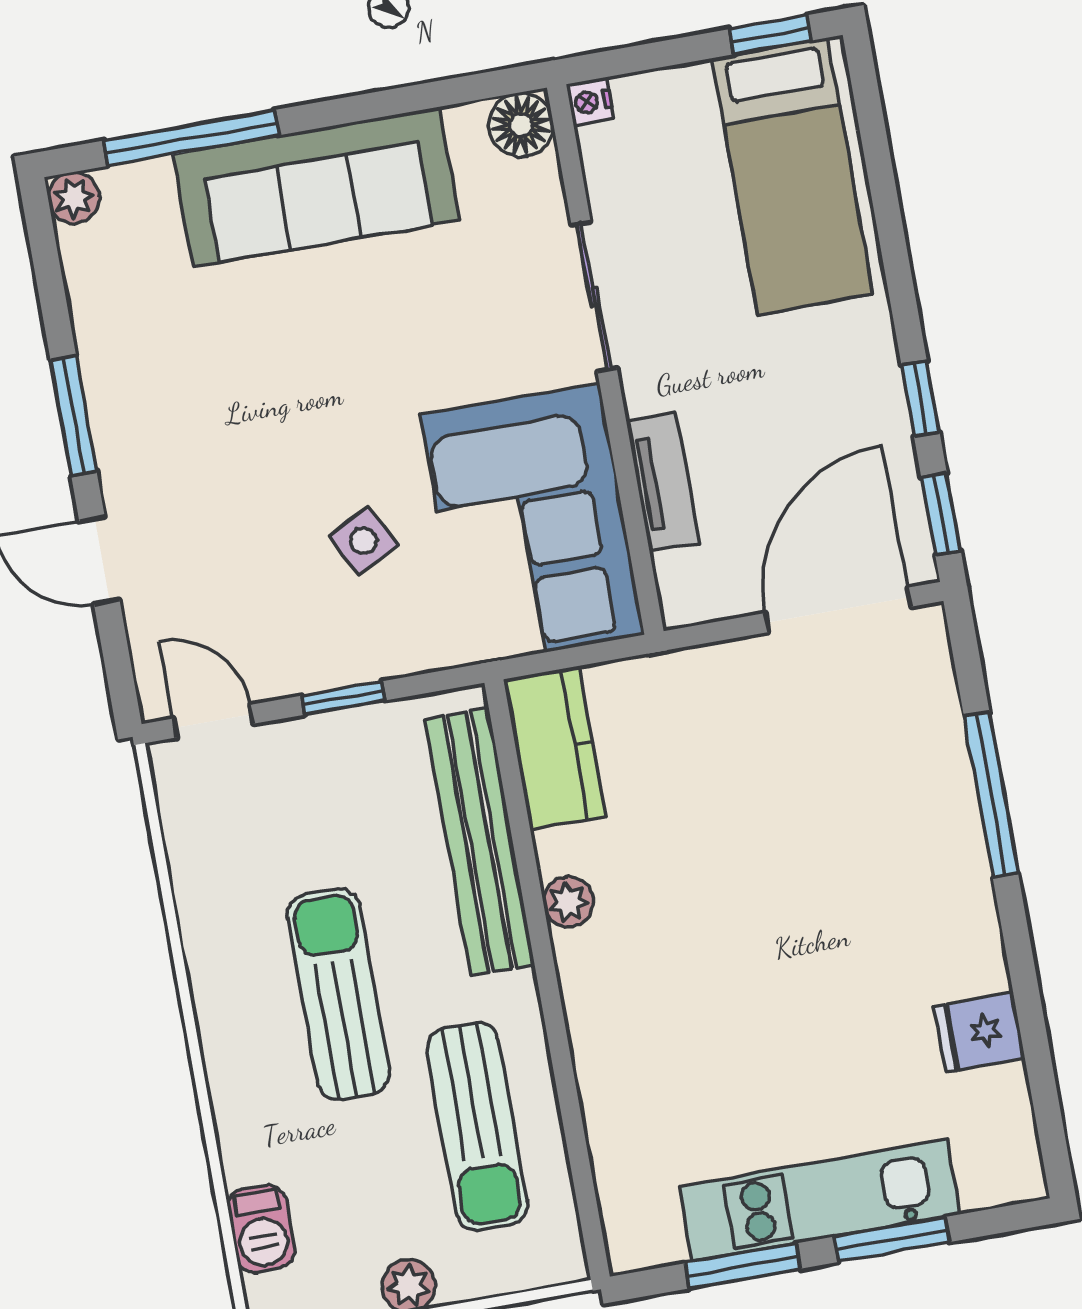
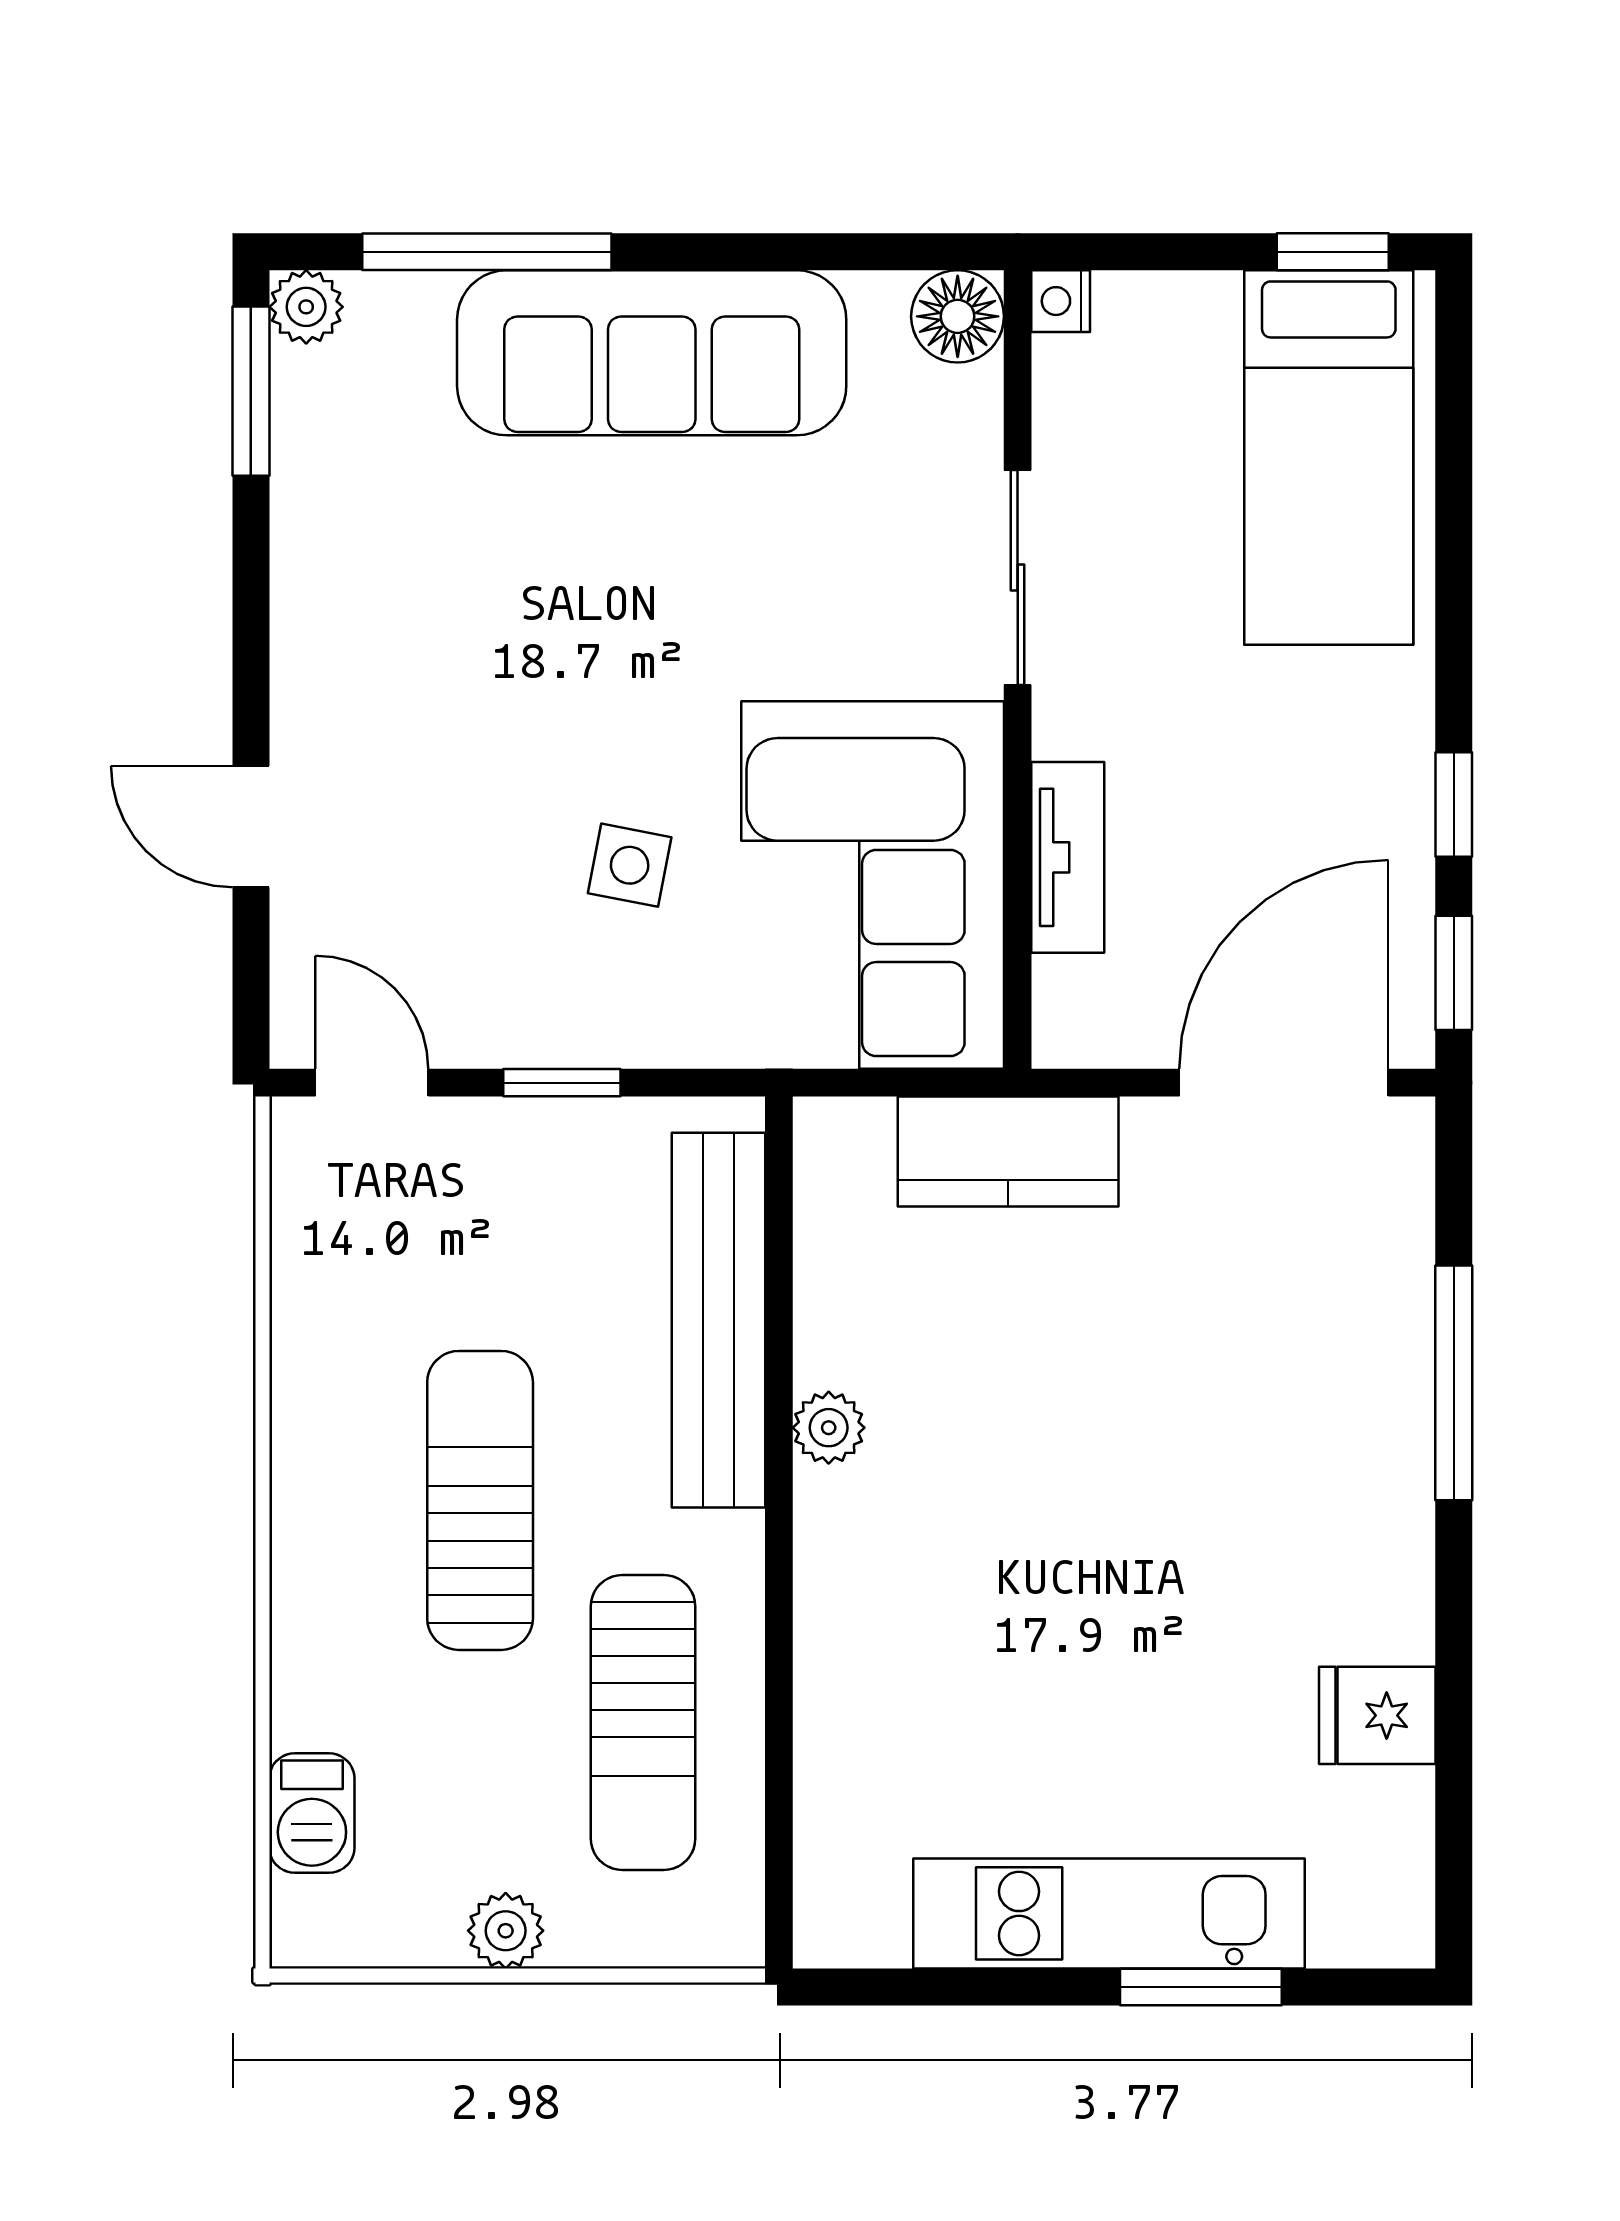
window: (74, 416) -> (251, 391), moved
side table: (363, 541) -> (630, 865), turned 38
kitchen counter: (555, 748) -> (1008, 1152), moved, turned 90
window: (743, 1266) -> (984, 1987), removed

